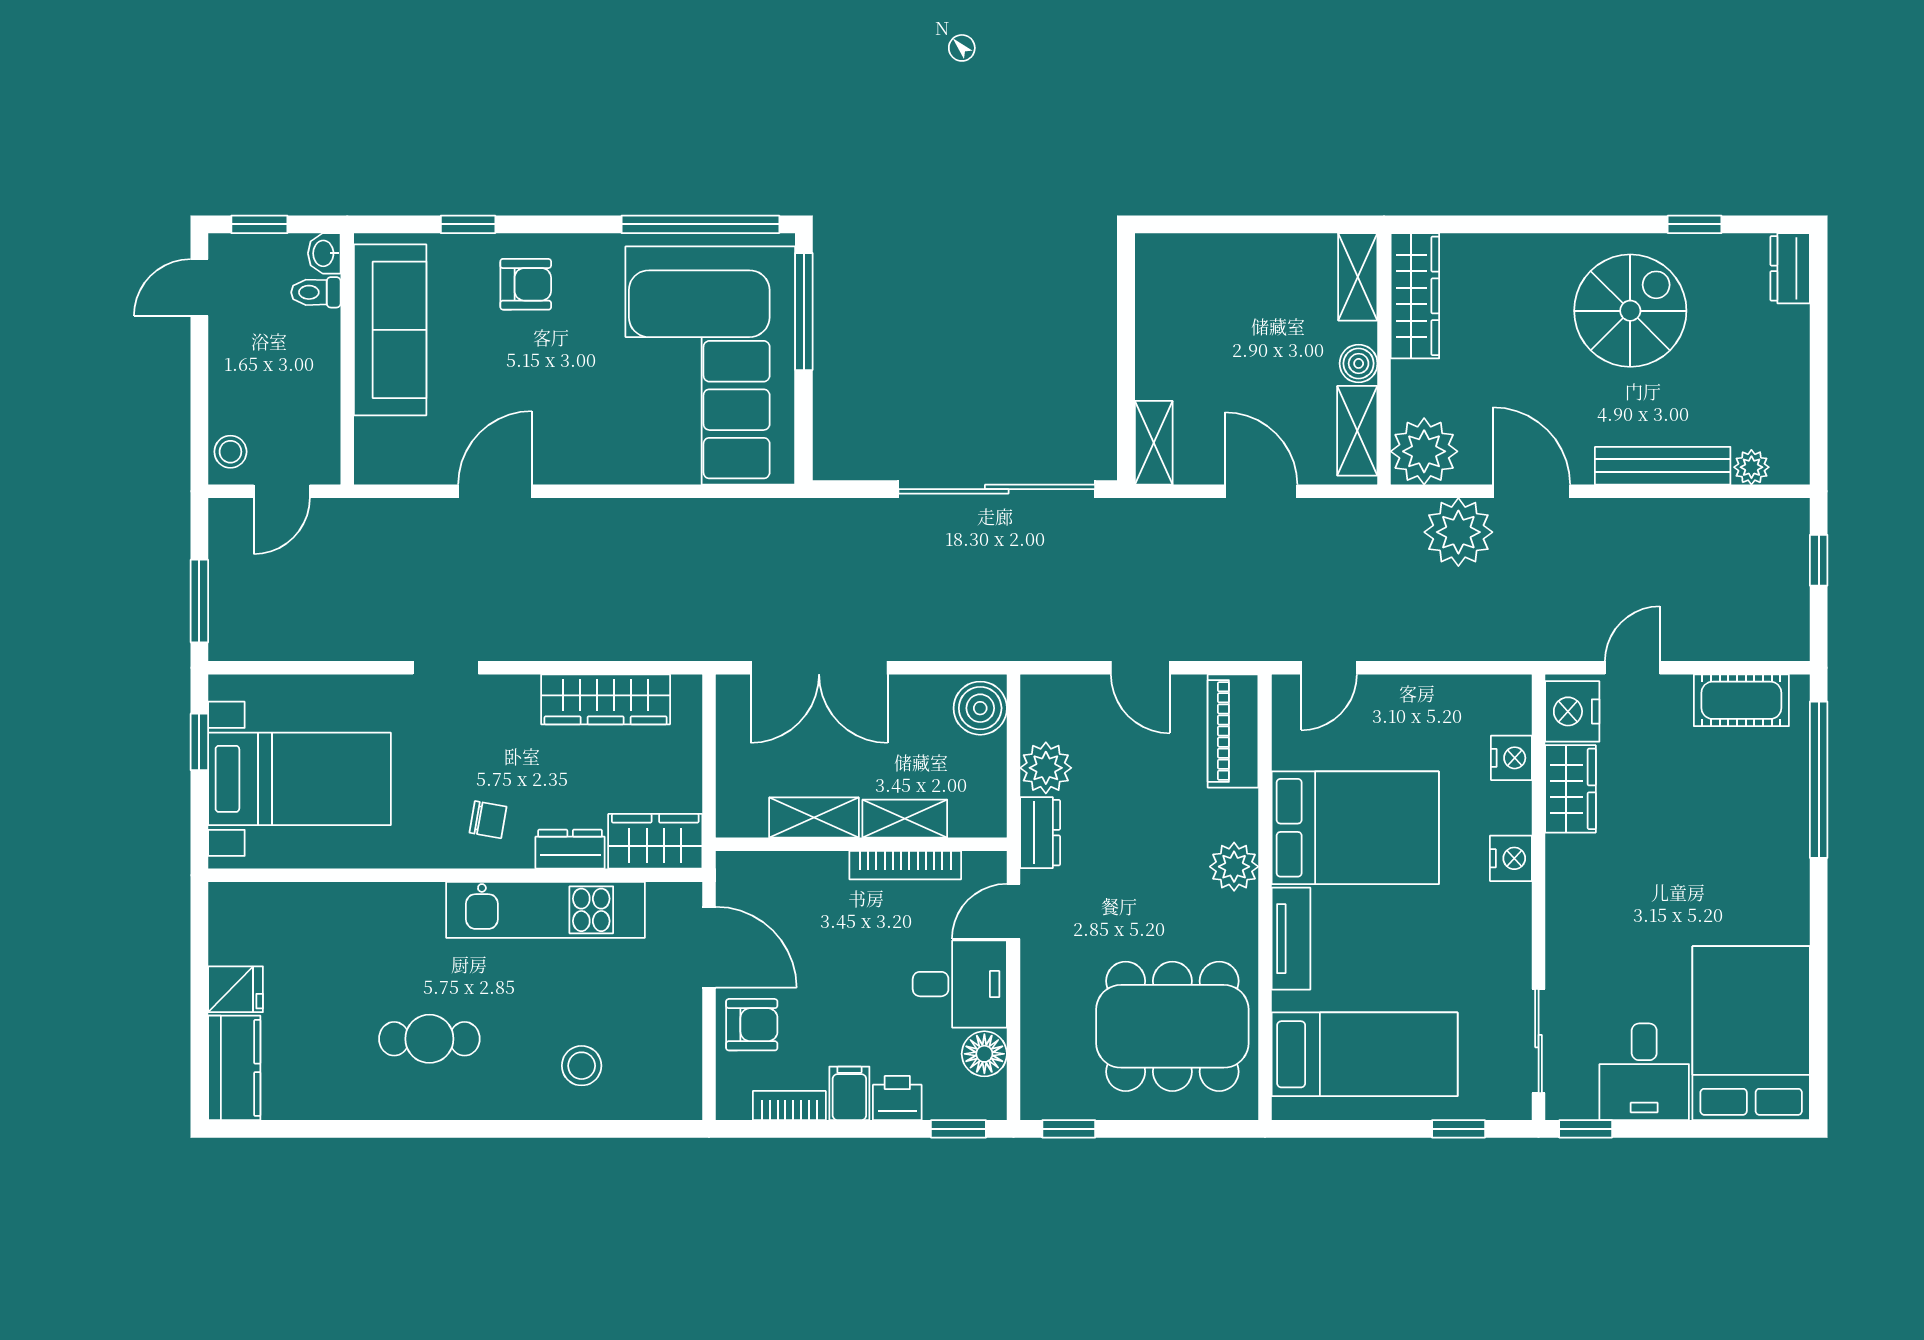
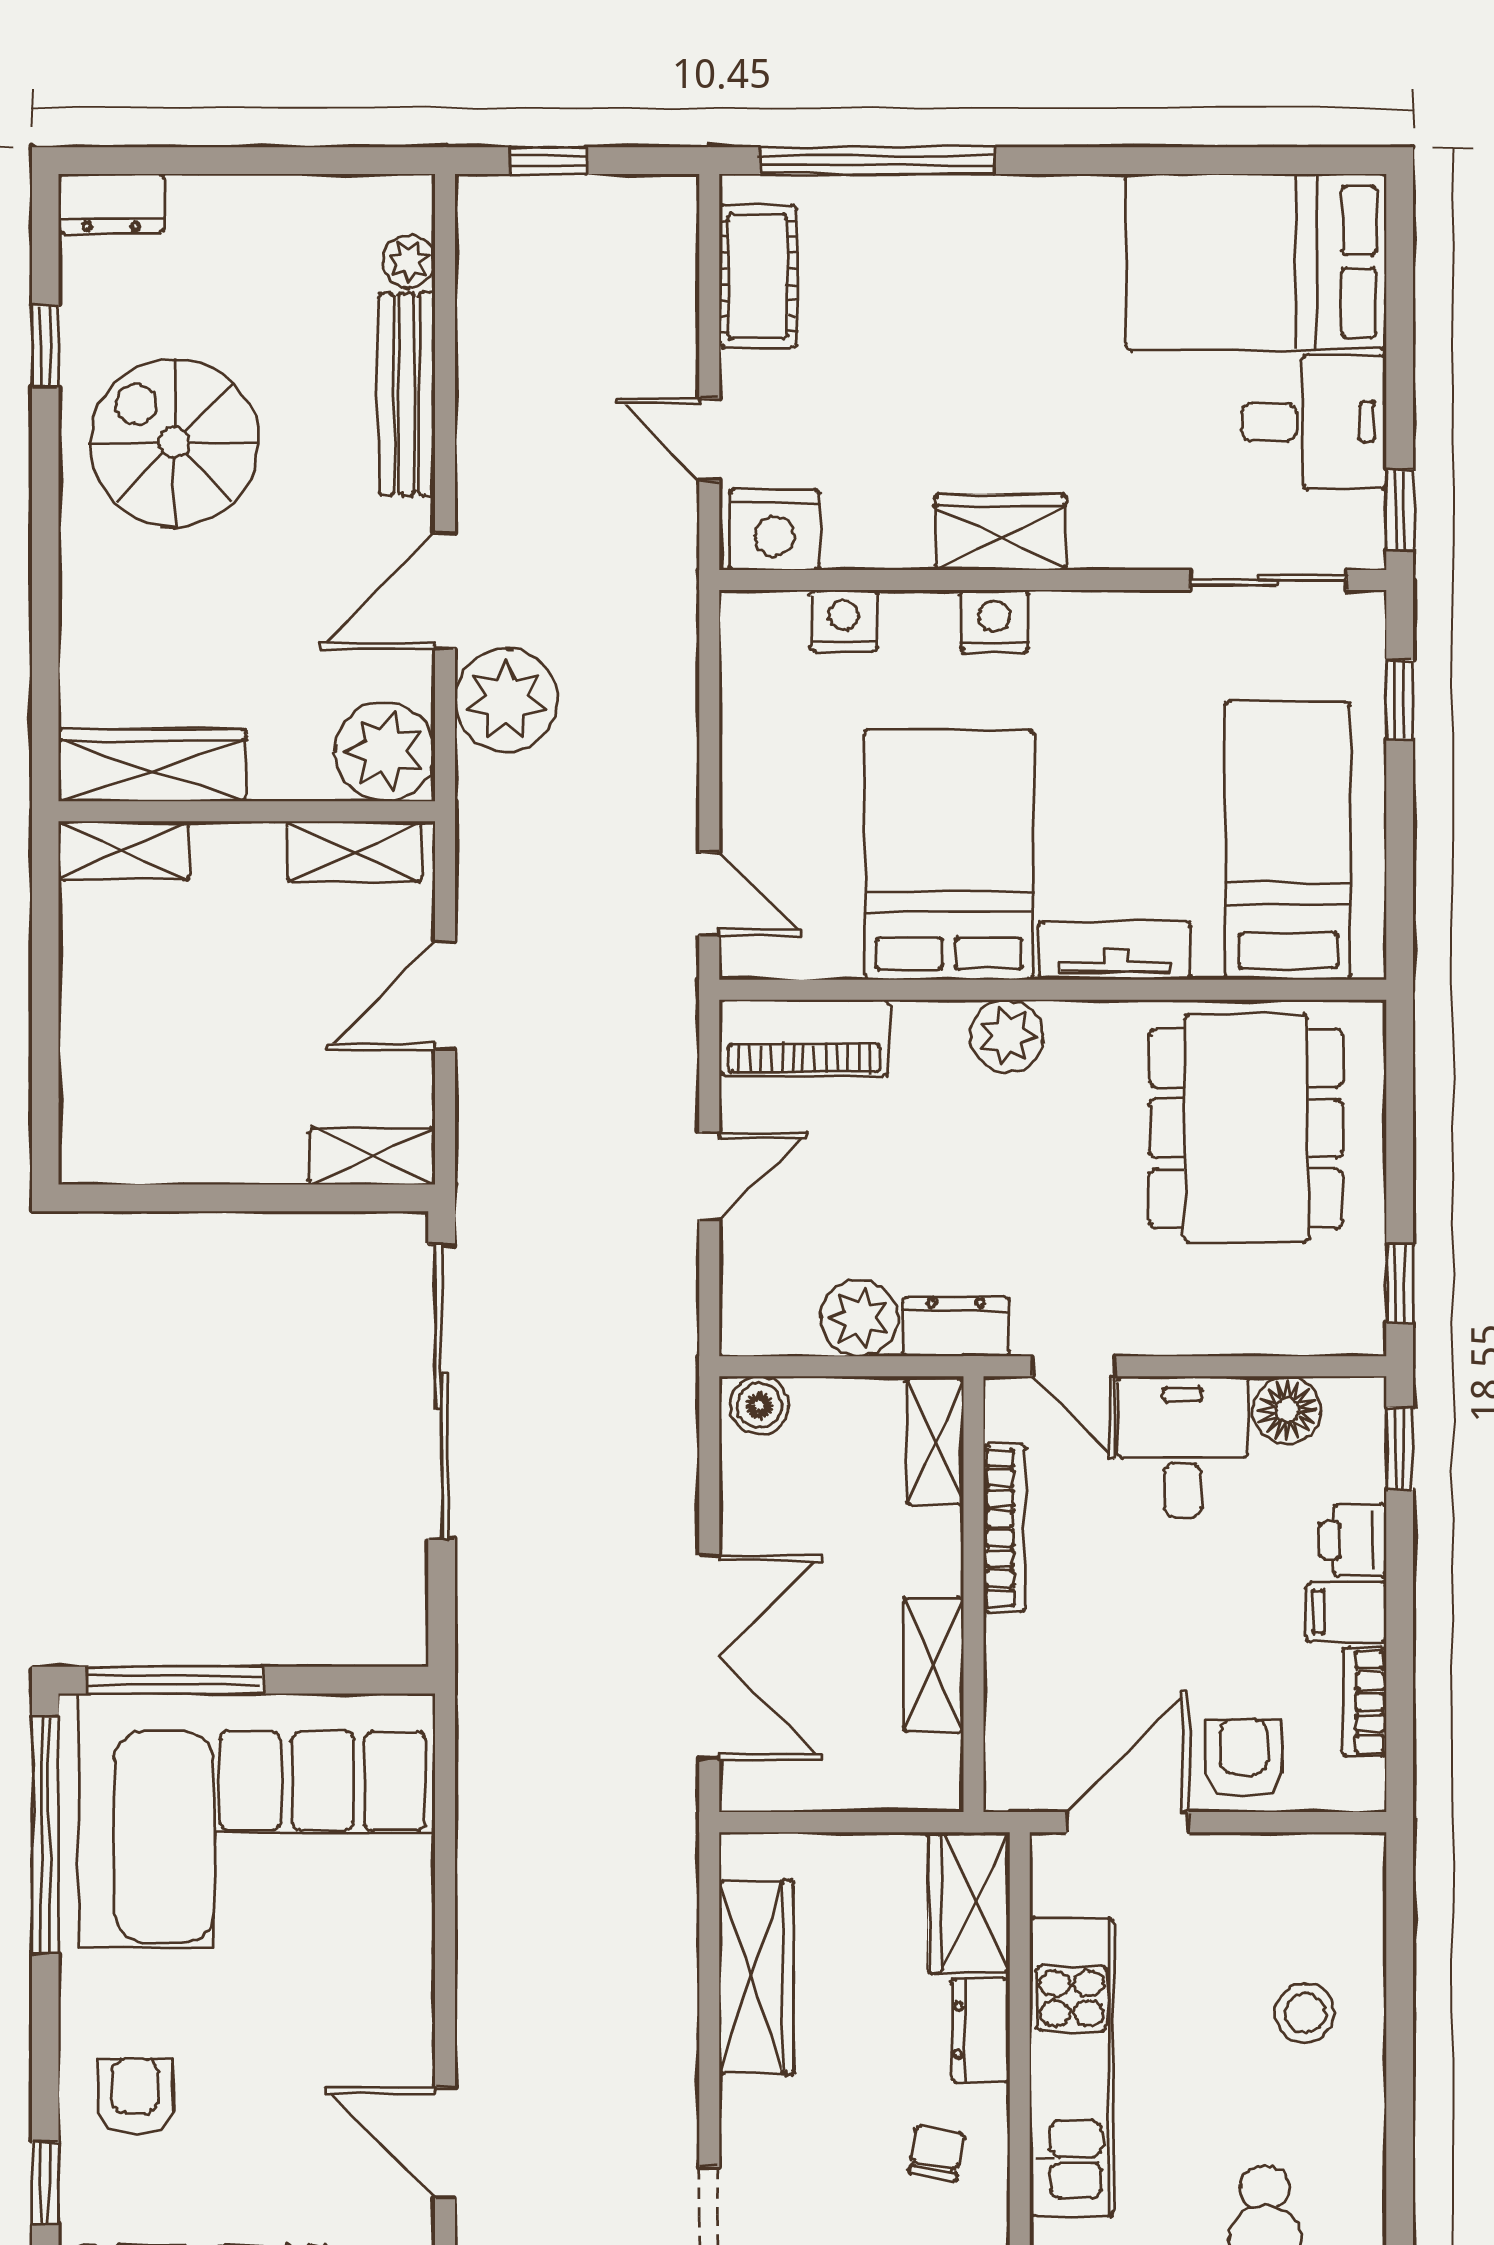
boiler: (1359, 363) -> (253, 850), removed
boiler: (980, 708) -> (759, 1405), width x0.73, depth x0.73
wardrobe: (1570, 789) -> (1001, 532), moved
shelving: (905, 819) -> (935, 1442), moved

